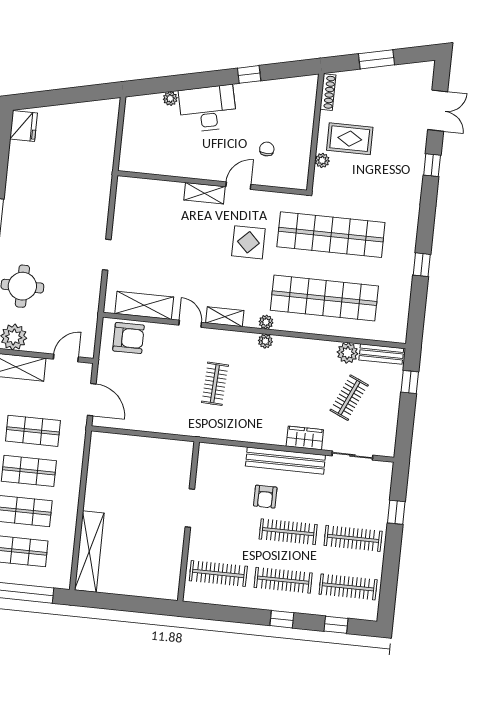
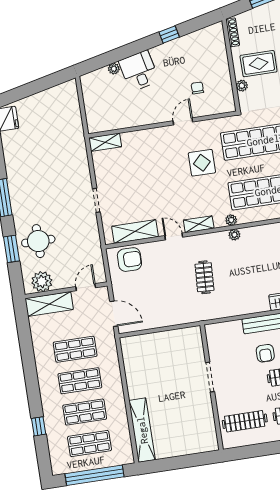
desk: (208, 109) -> (139, 71), width x0.73
shelving: (204, 193) -> (105, 142), moved

